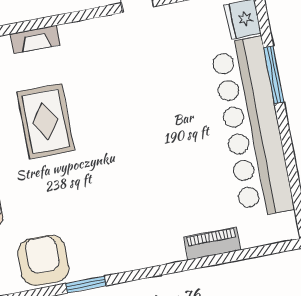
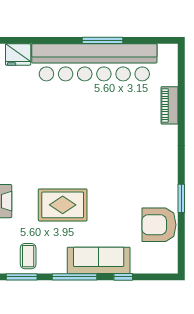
window: (274, 75) -> (102, 40), moved

